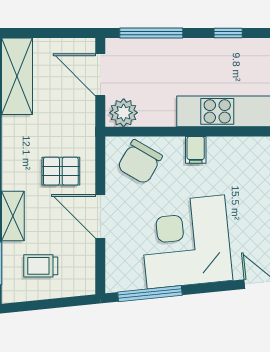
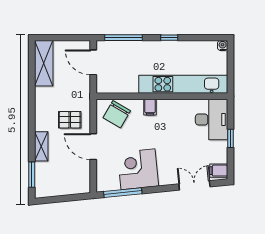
plant: (124, 113) -> (107, 85), removed
corner desk: (186, 242) -> (138, 169), width x0.74, depth x0.74
trolley: (41, 266) -> (58, 176), removed

